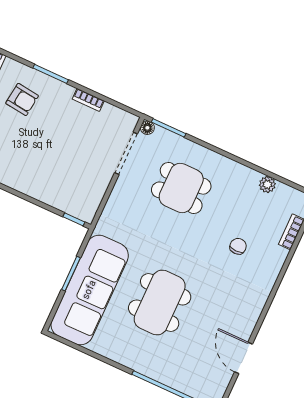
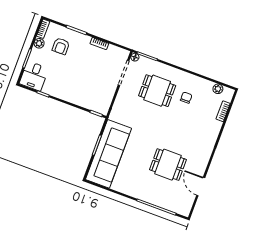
armchair: (22, 99) -> (61, 46), turned 83
plant: (267, 184) -> (218, 89), moved
chair: (238, 246) -> (186, 98), moved
dining table: (160, 303) -> (168, 165), moved, width x0.73

